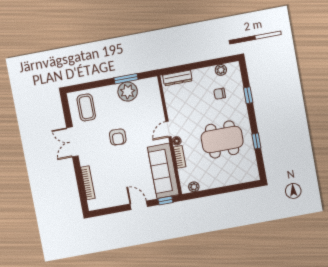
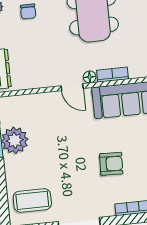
armchair: (118, 137) -> (111, 164), moved

